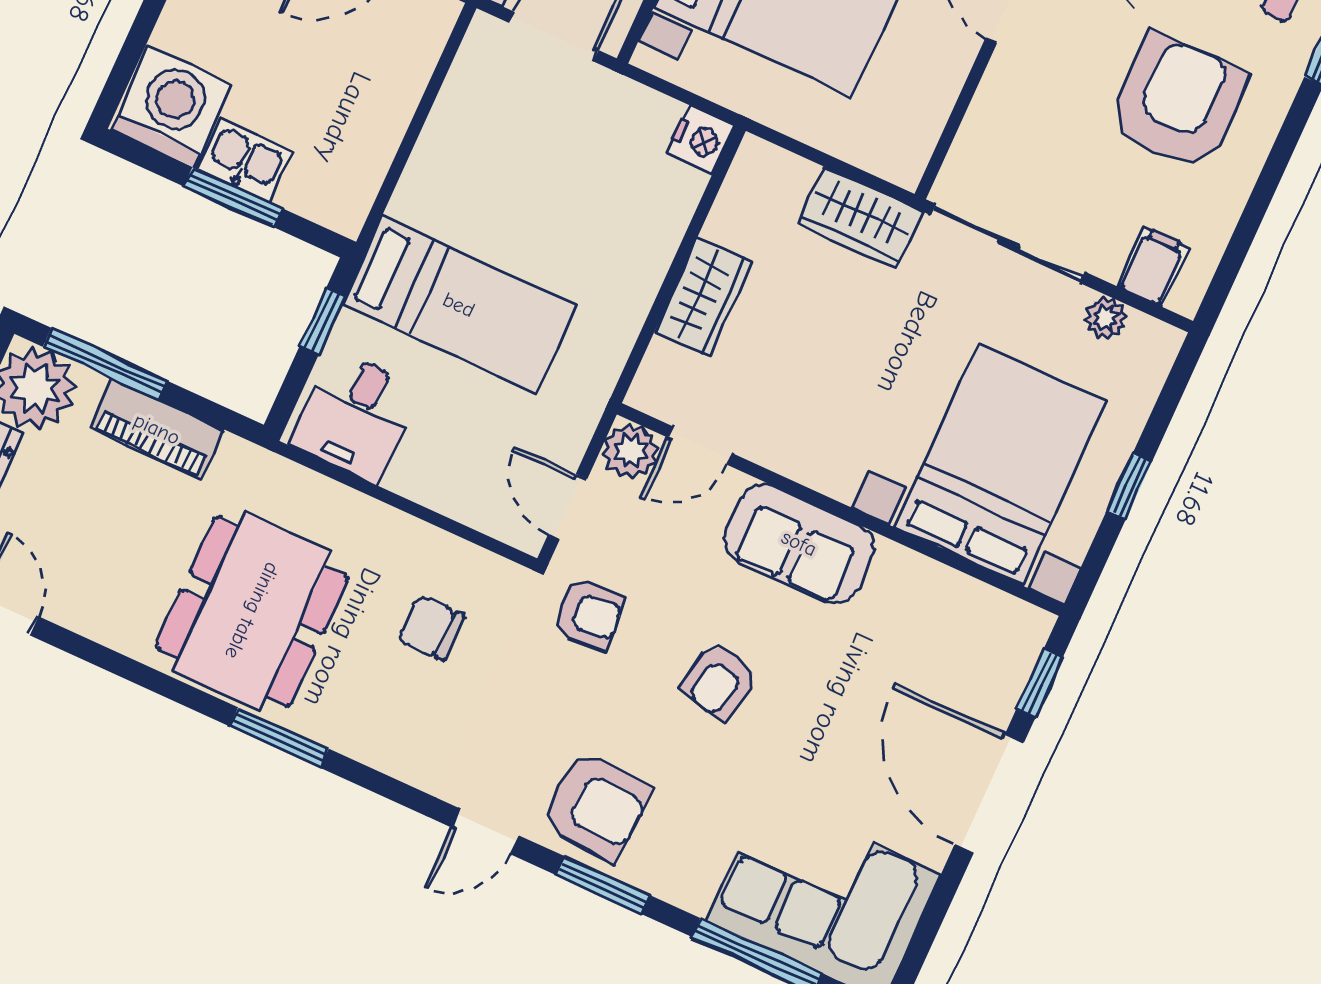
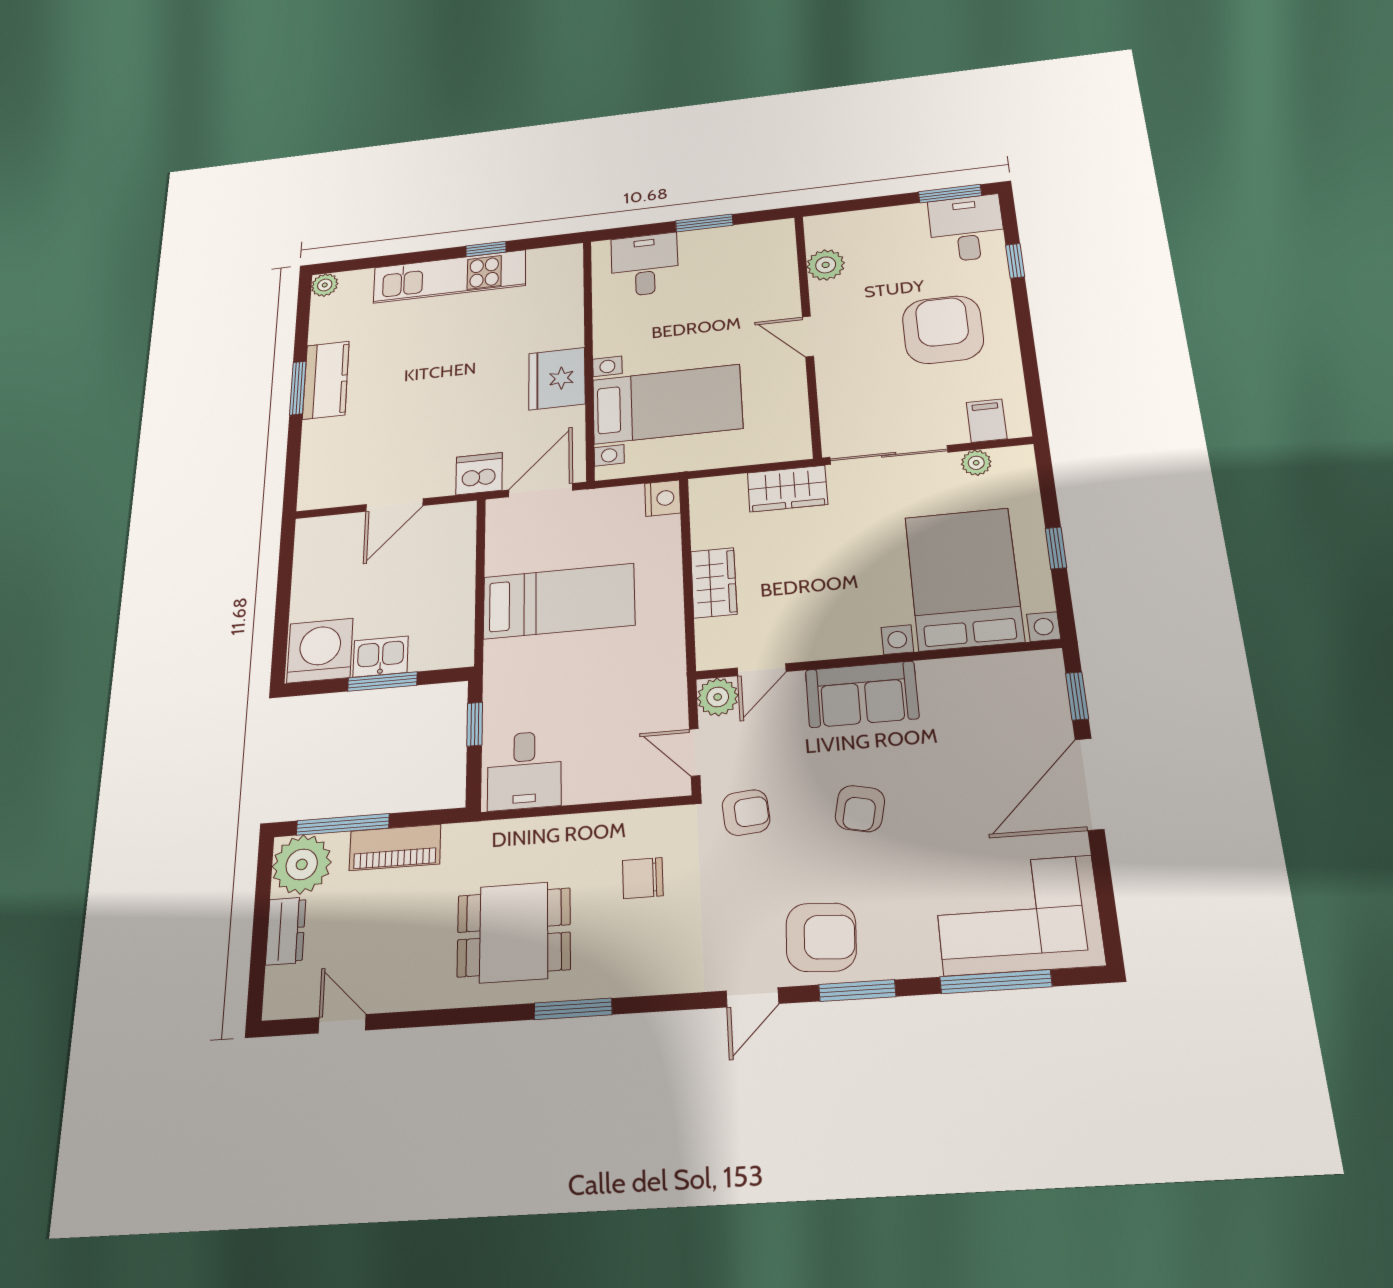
bed: (459, 305) -> (559, 601), moved
dining table: (252, 611) -> (514, 932), width x0.73
door: (989, 794) -> (1089, 784), hinge flipped

